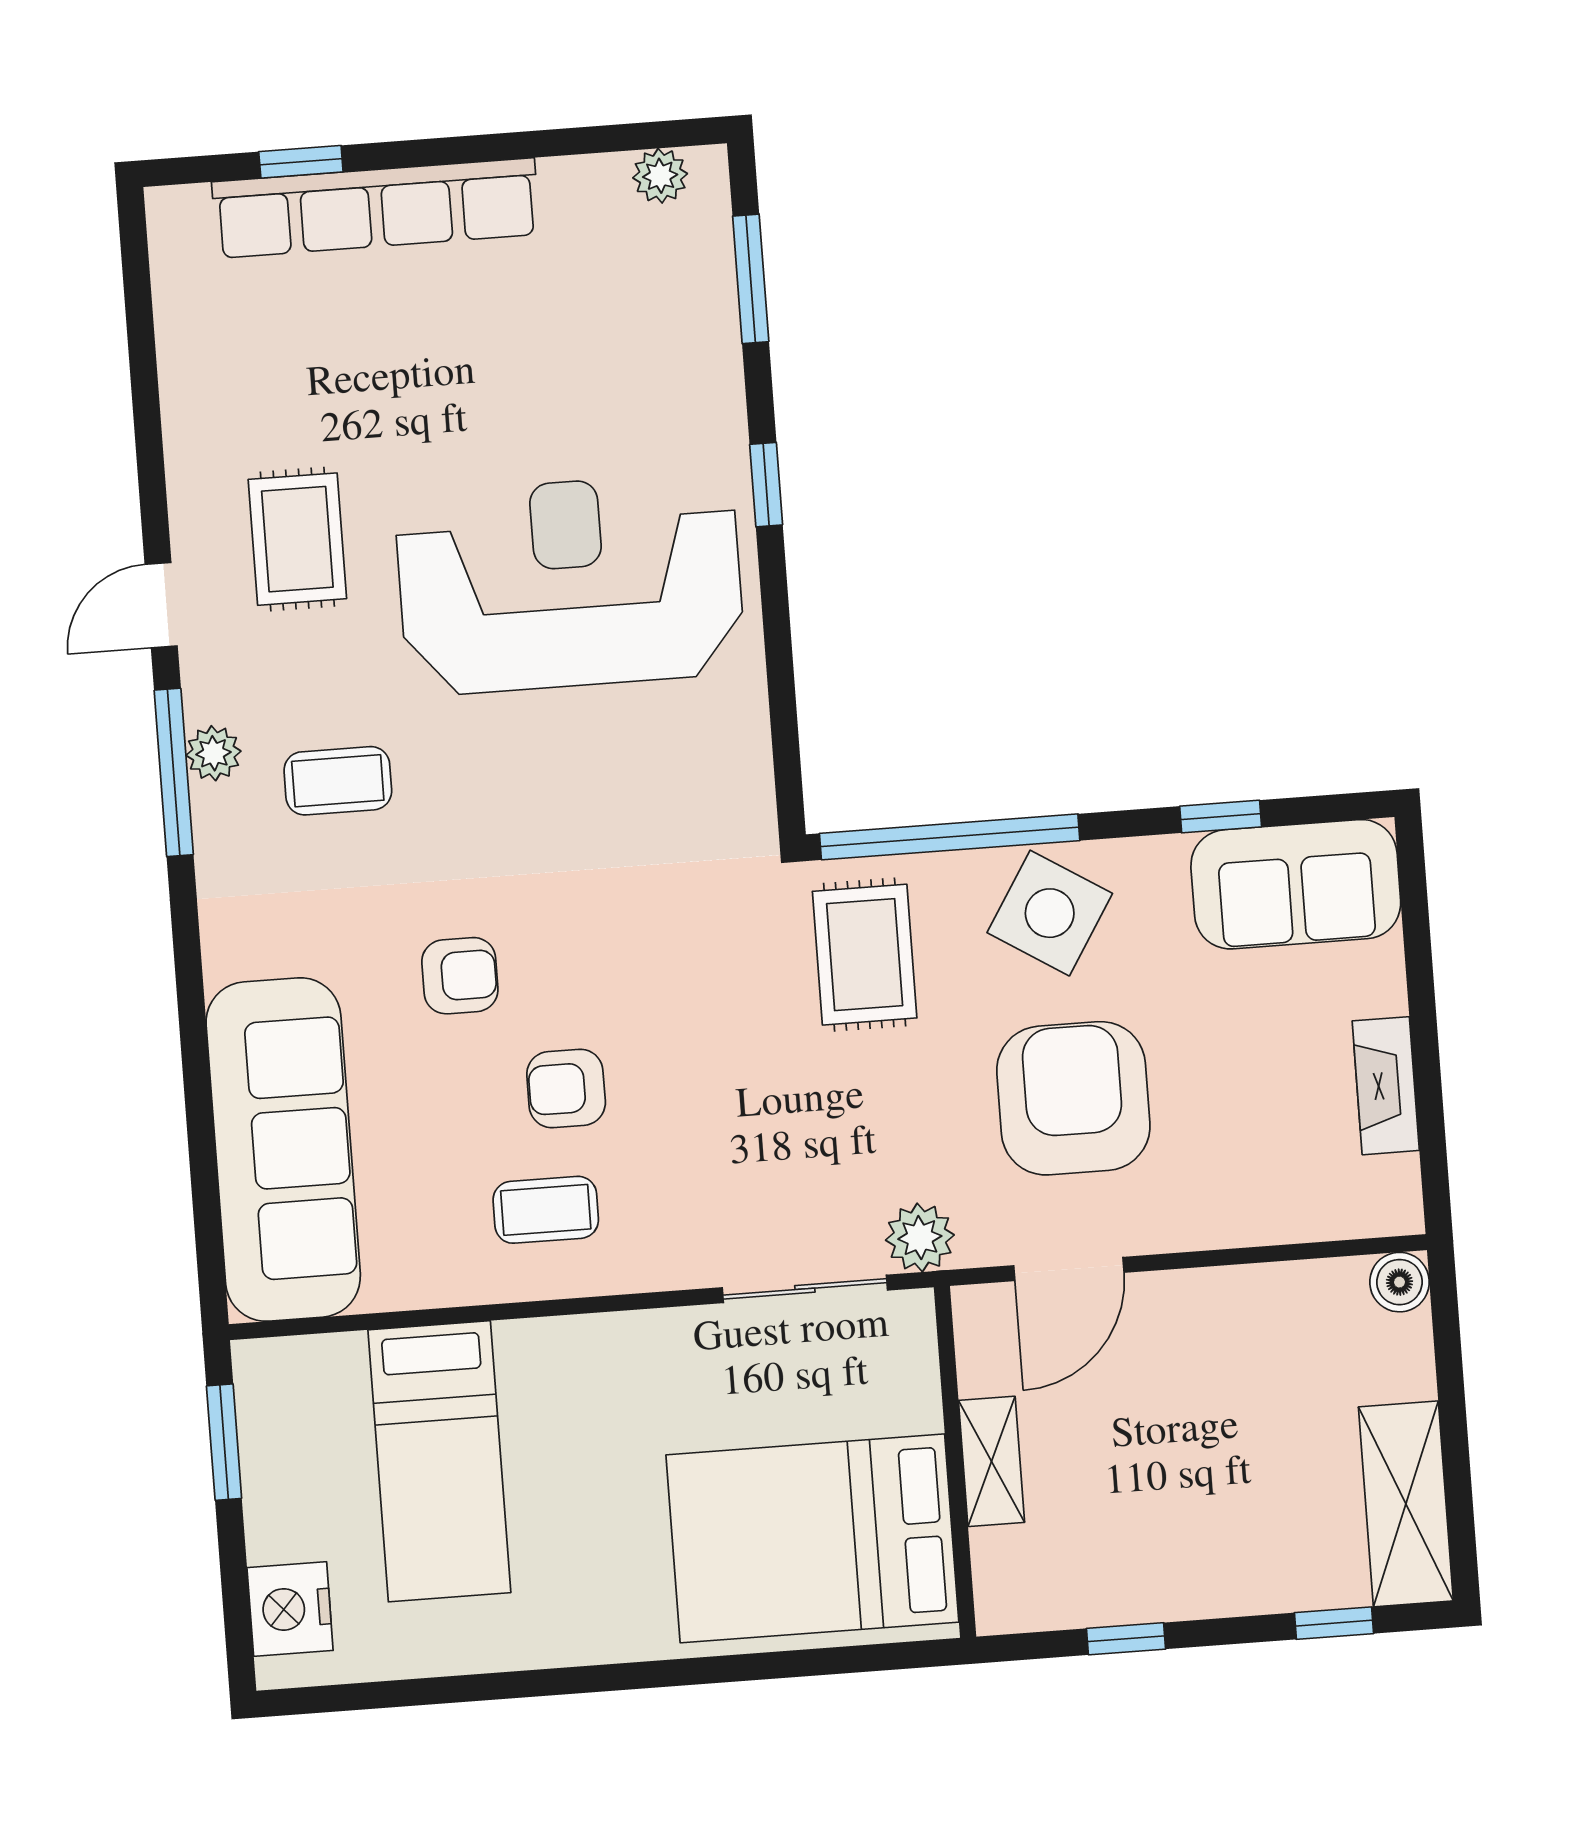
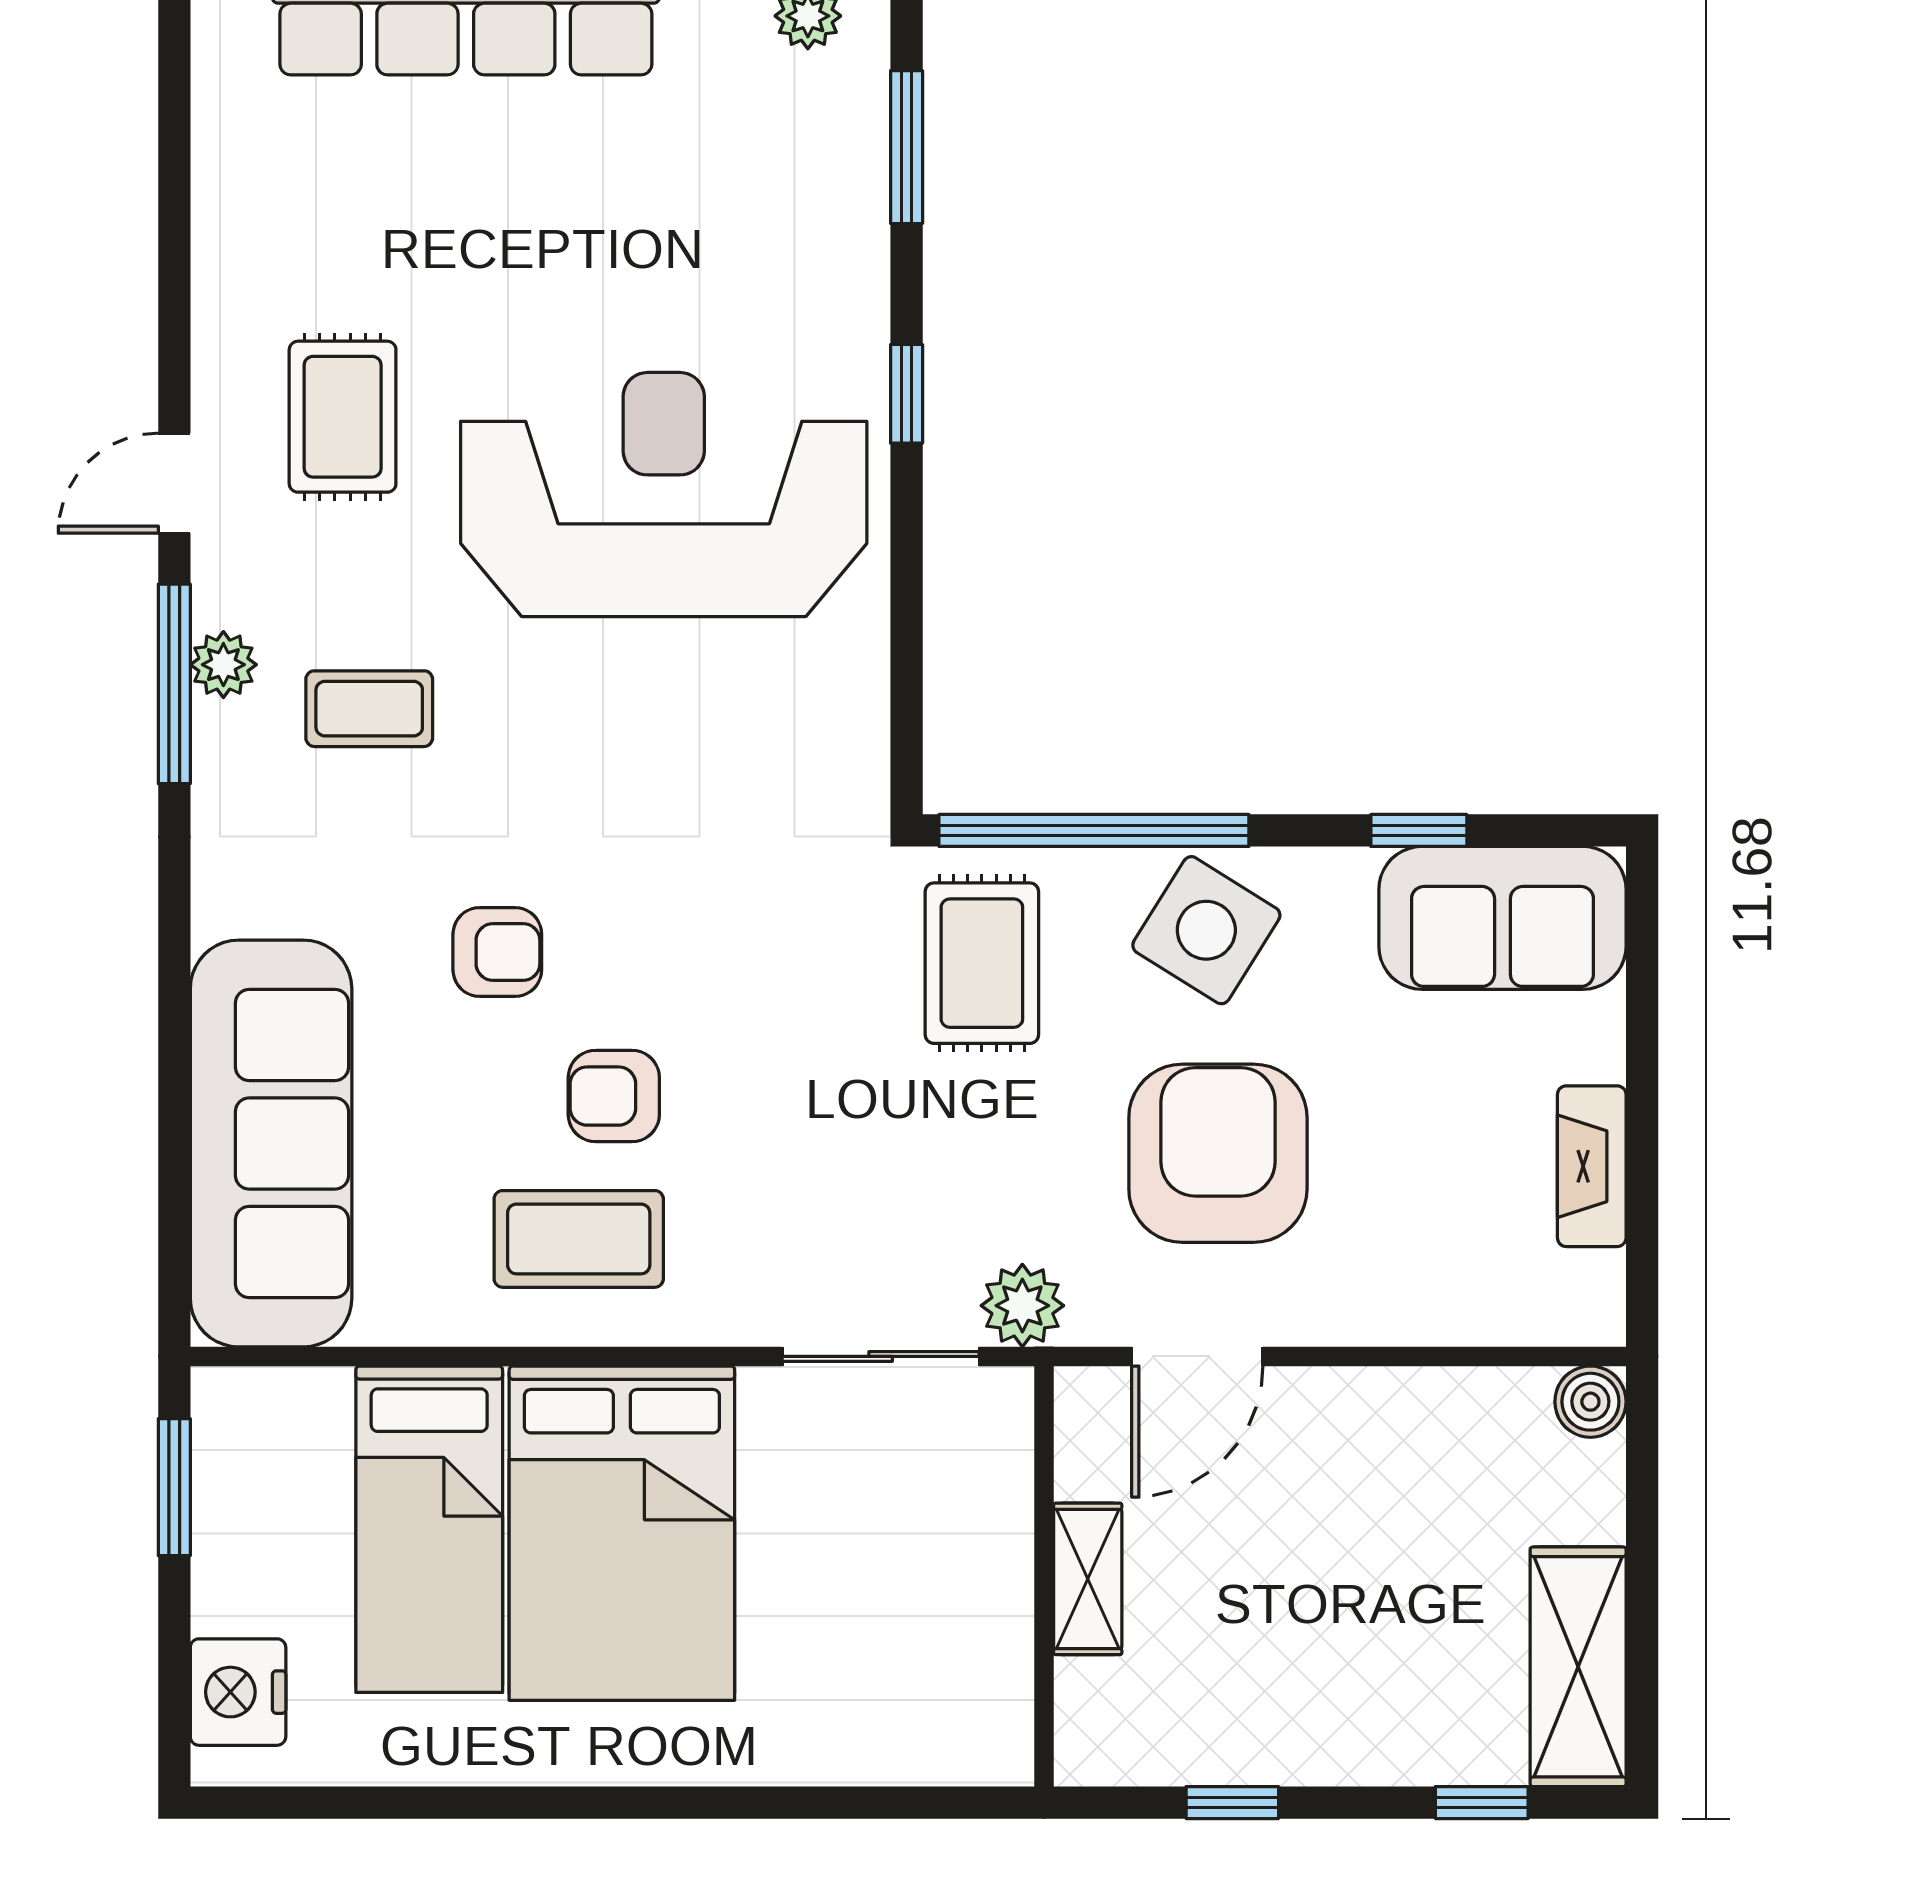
coffee table: (546, 1210) -> (579, 1239), width x1.36, depth x1.30
bed: (812, 1538) -> (622, 1533), moved, turned -90

